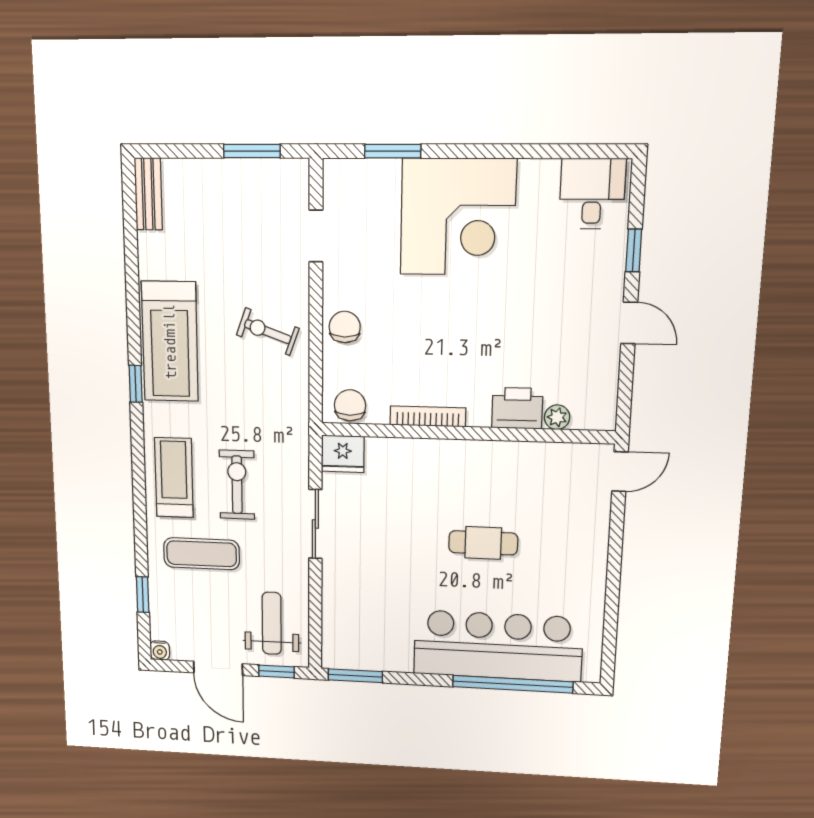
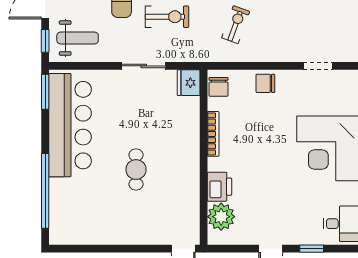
chair: (345, 327) -> (265, 83), turned 180
exercise bike: (268, 332) -> (236, 25), moved
chair: (350, 405) -> (219, 87), turned 90
plant: (557, 417) -> (221, 217), width x1.87, depth x1.87
bar counter: (498, 646) -> (70, 125), moved

